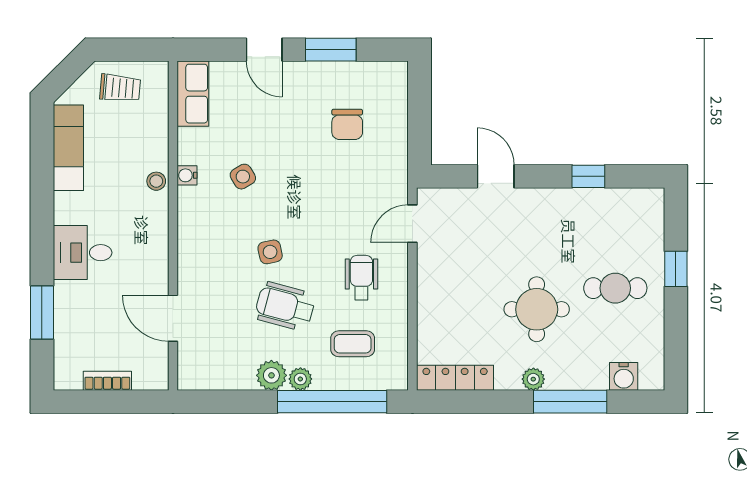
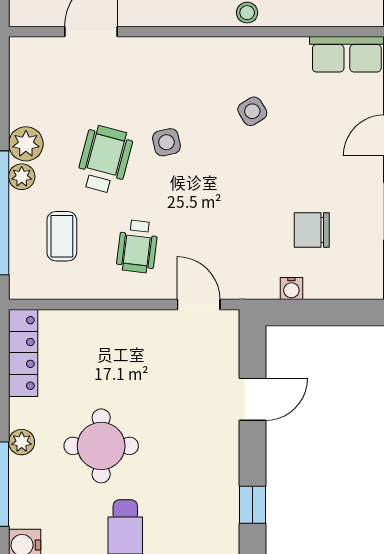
water cooler: (187, 175) -> (291, 289), moved, turned 180
wheelchair: (361, 278) -> (137, 246), turned 97

